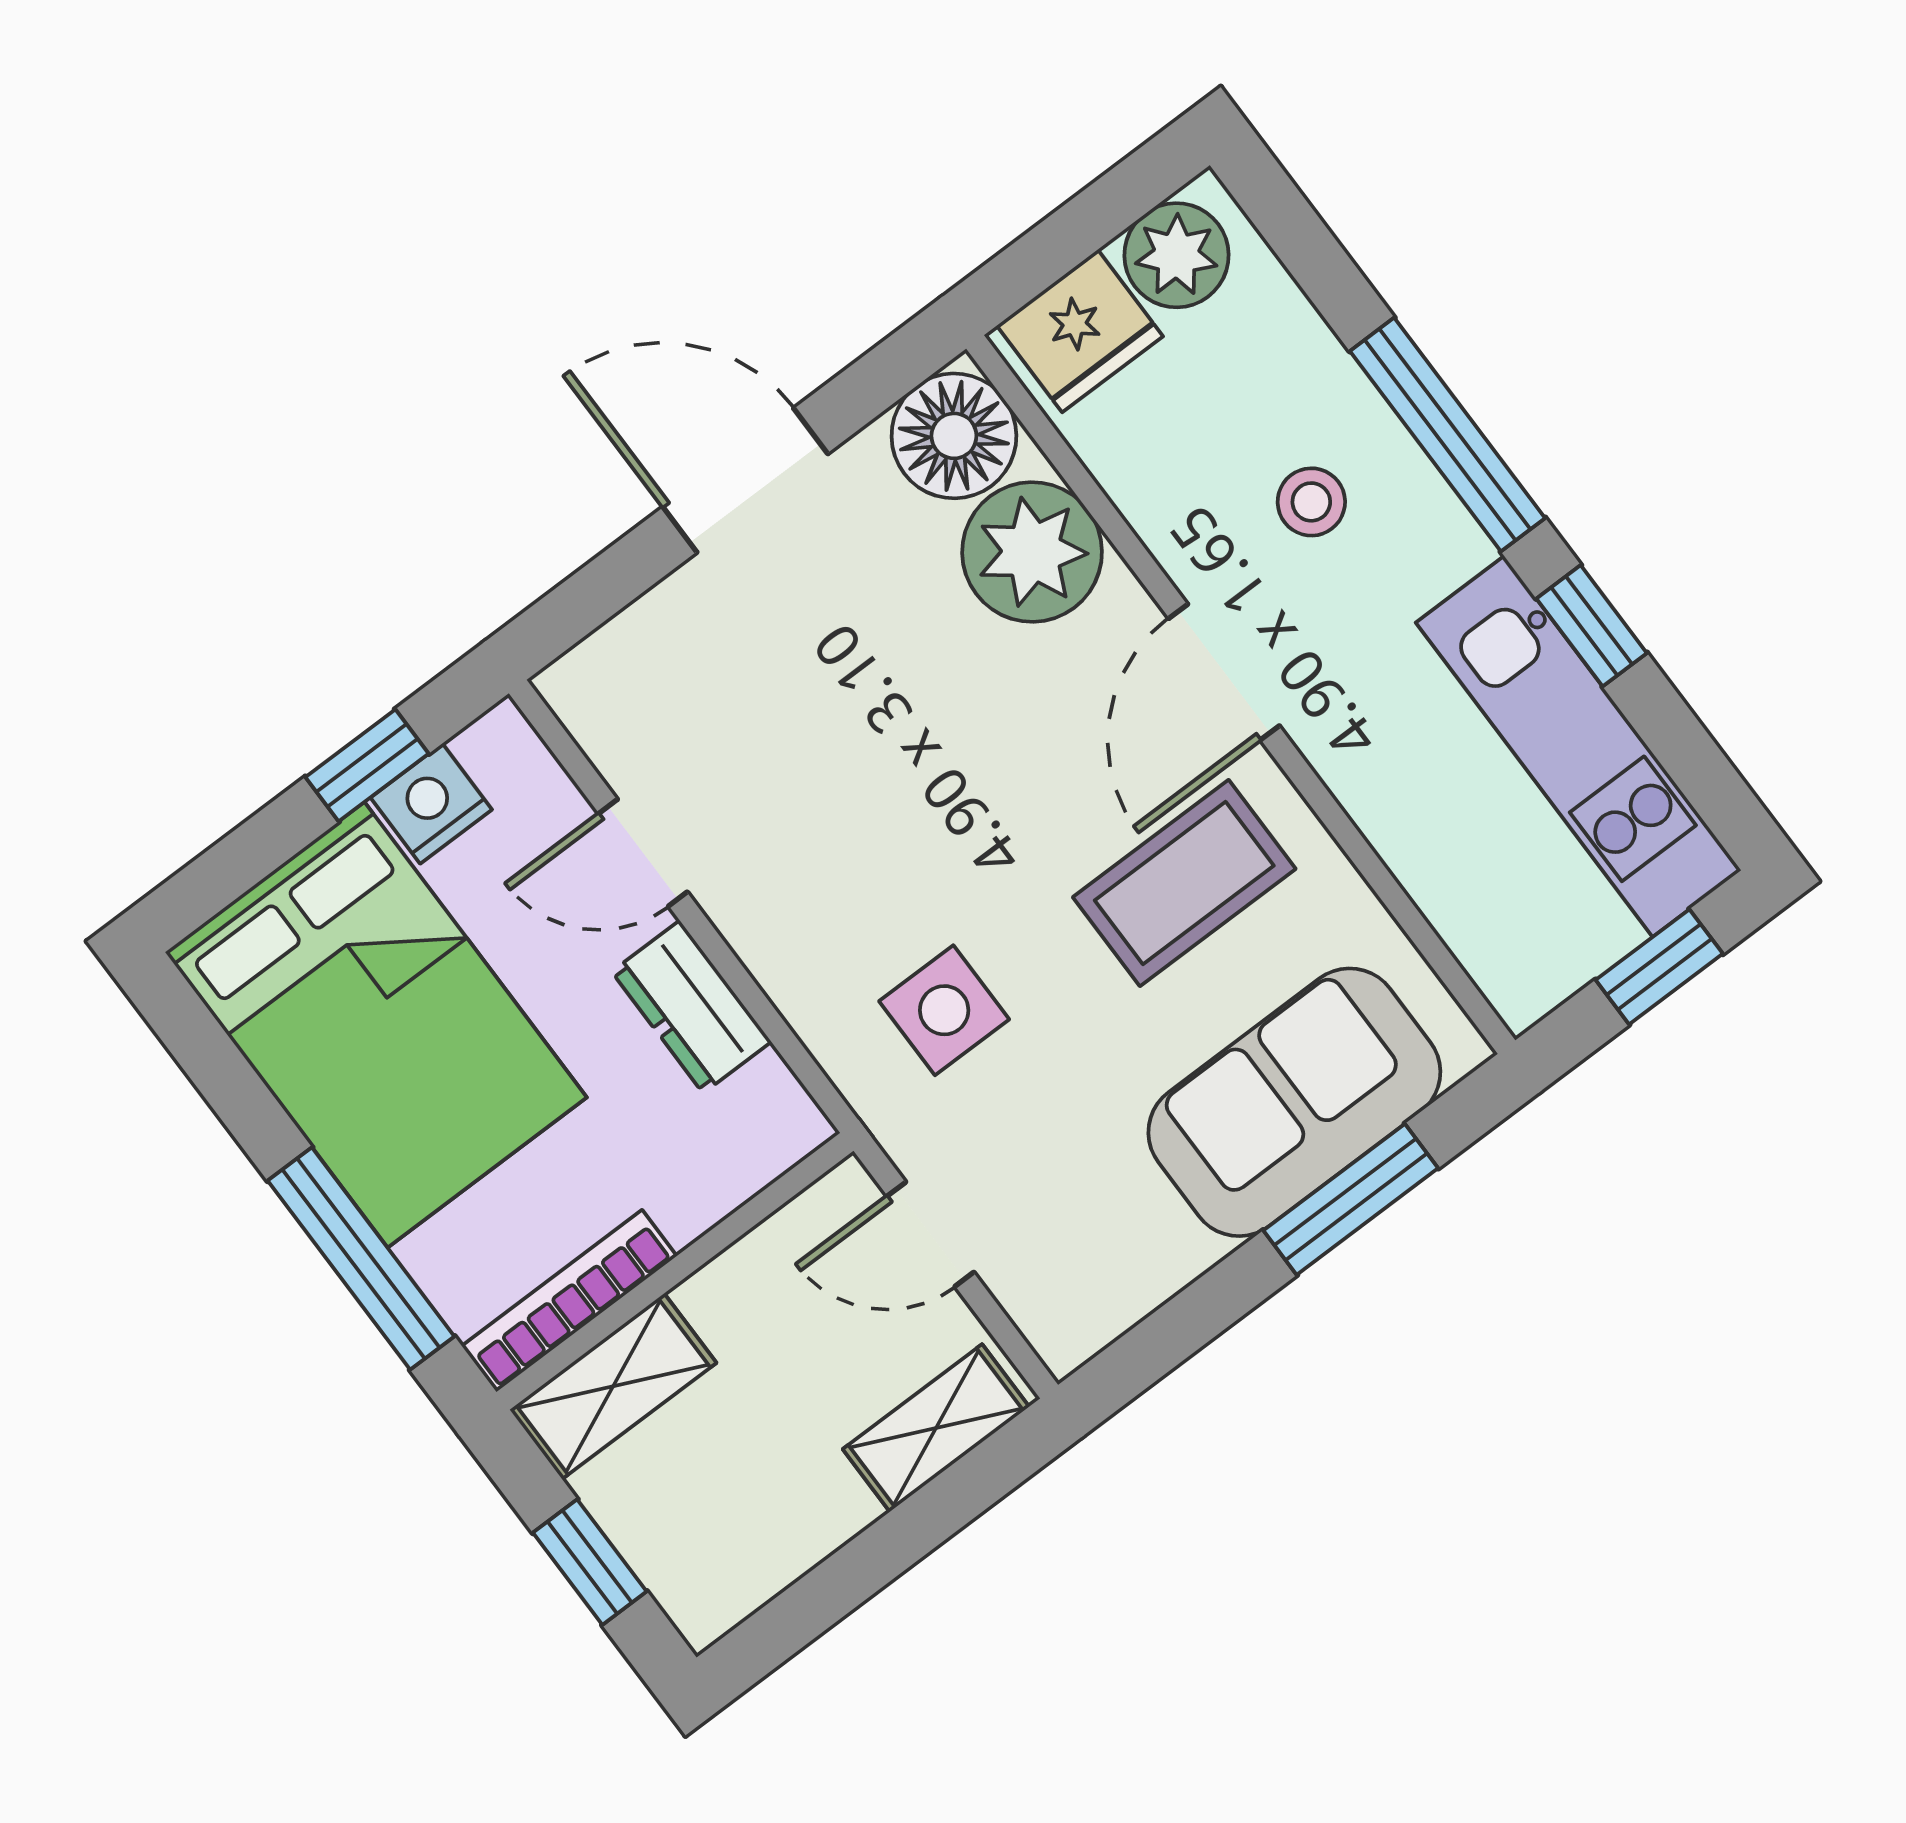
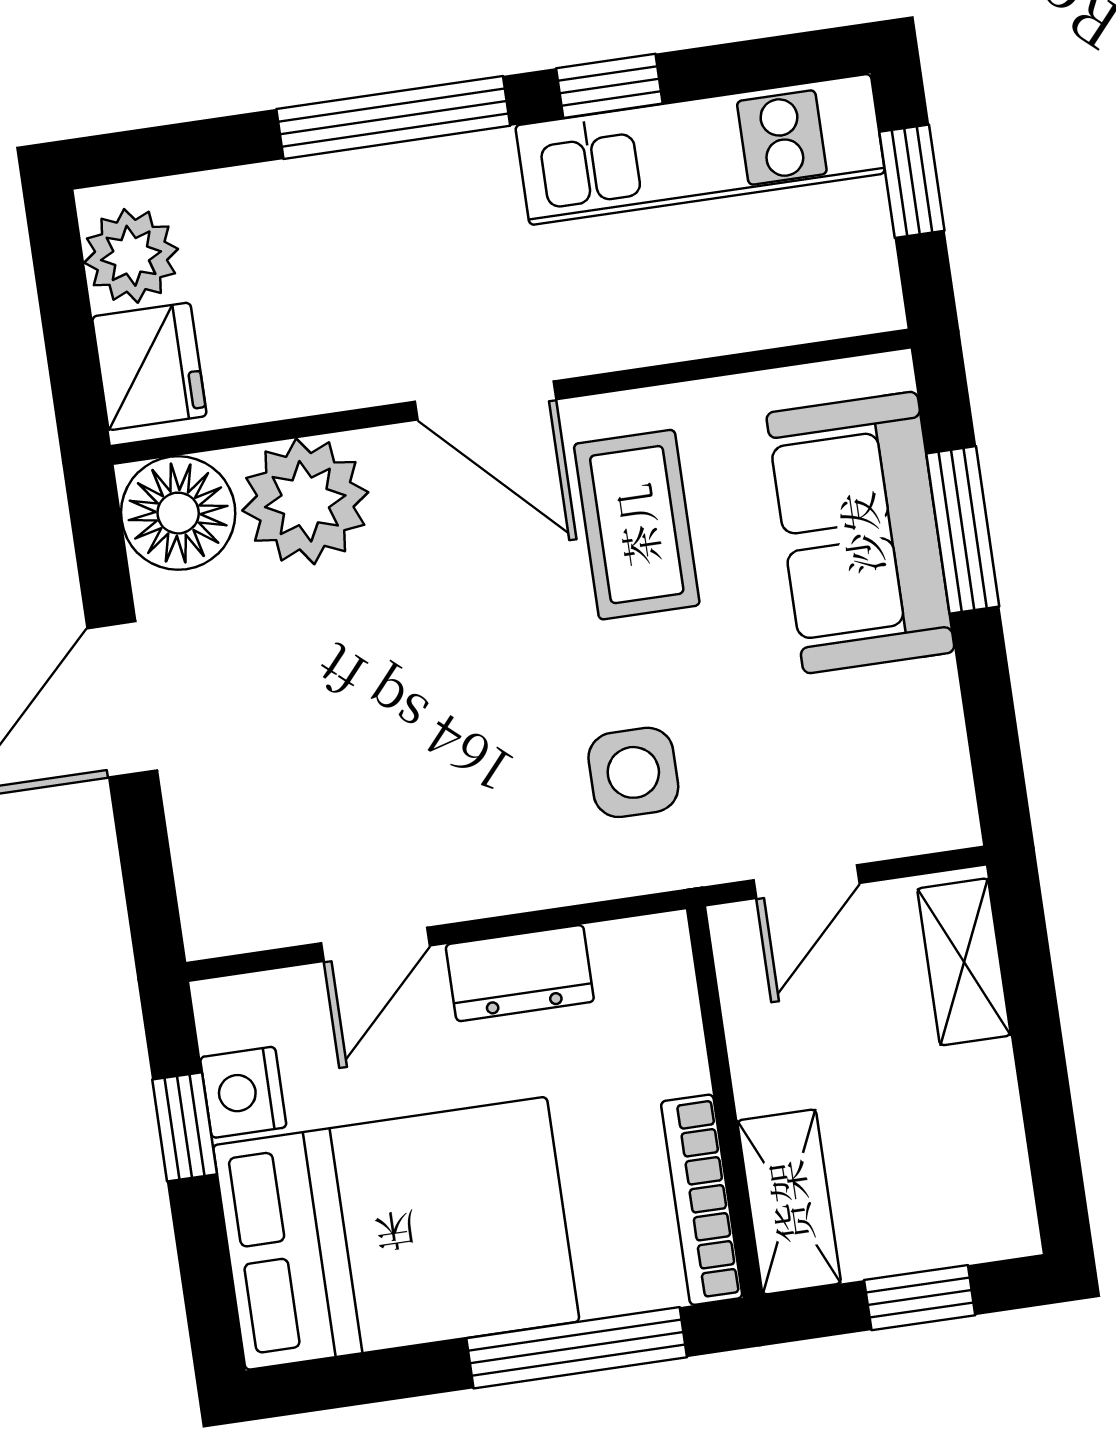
stool: (1311, 502) -> (388, 256), removed

